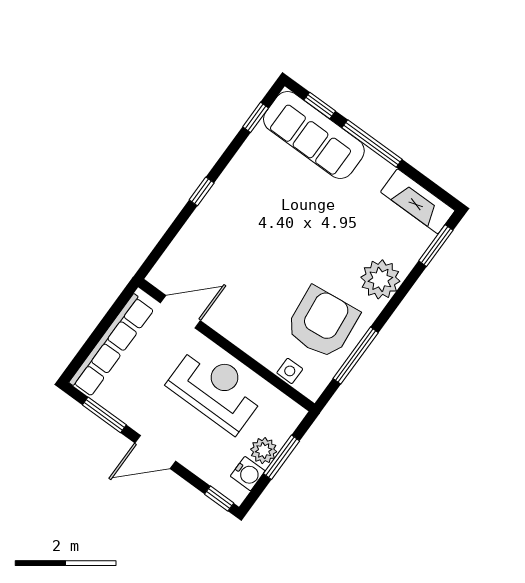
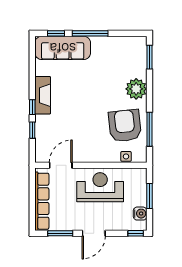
window: (256, 117) -> (32, 130), moved
fireplace: (418, 201) -> (43, 95), moved, turned -90
plant: (264, 451) -> (140, 199), removed

